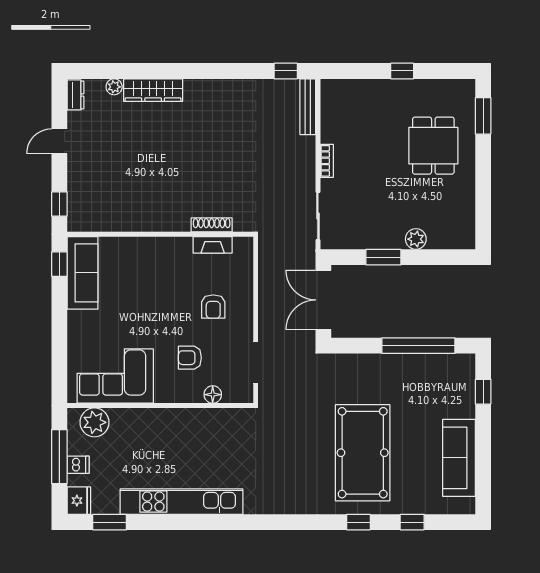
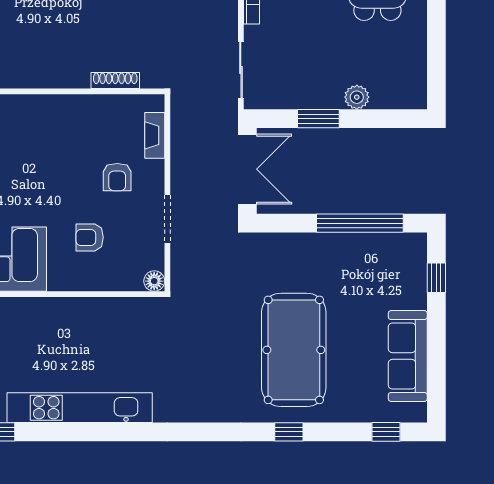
fireplace: (213, 245) -> (155, 135), moved, turned 90
double door: (323, 300) -> (247, 169), swing flipped
doorway: (256, 363) -> (167, 219), moved
floor lamp: (213, 395) -> (154, 281), moved
window: (412, 522) -> (386, 432), moved

